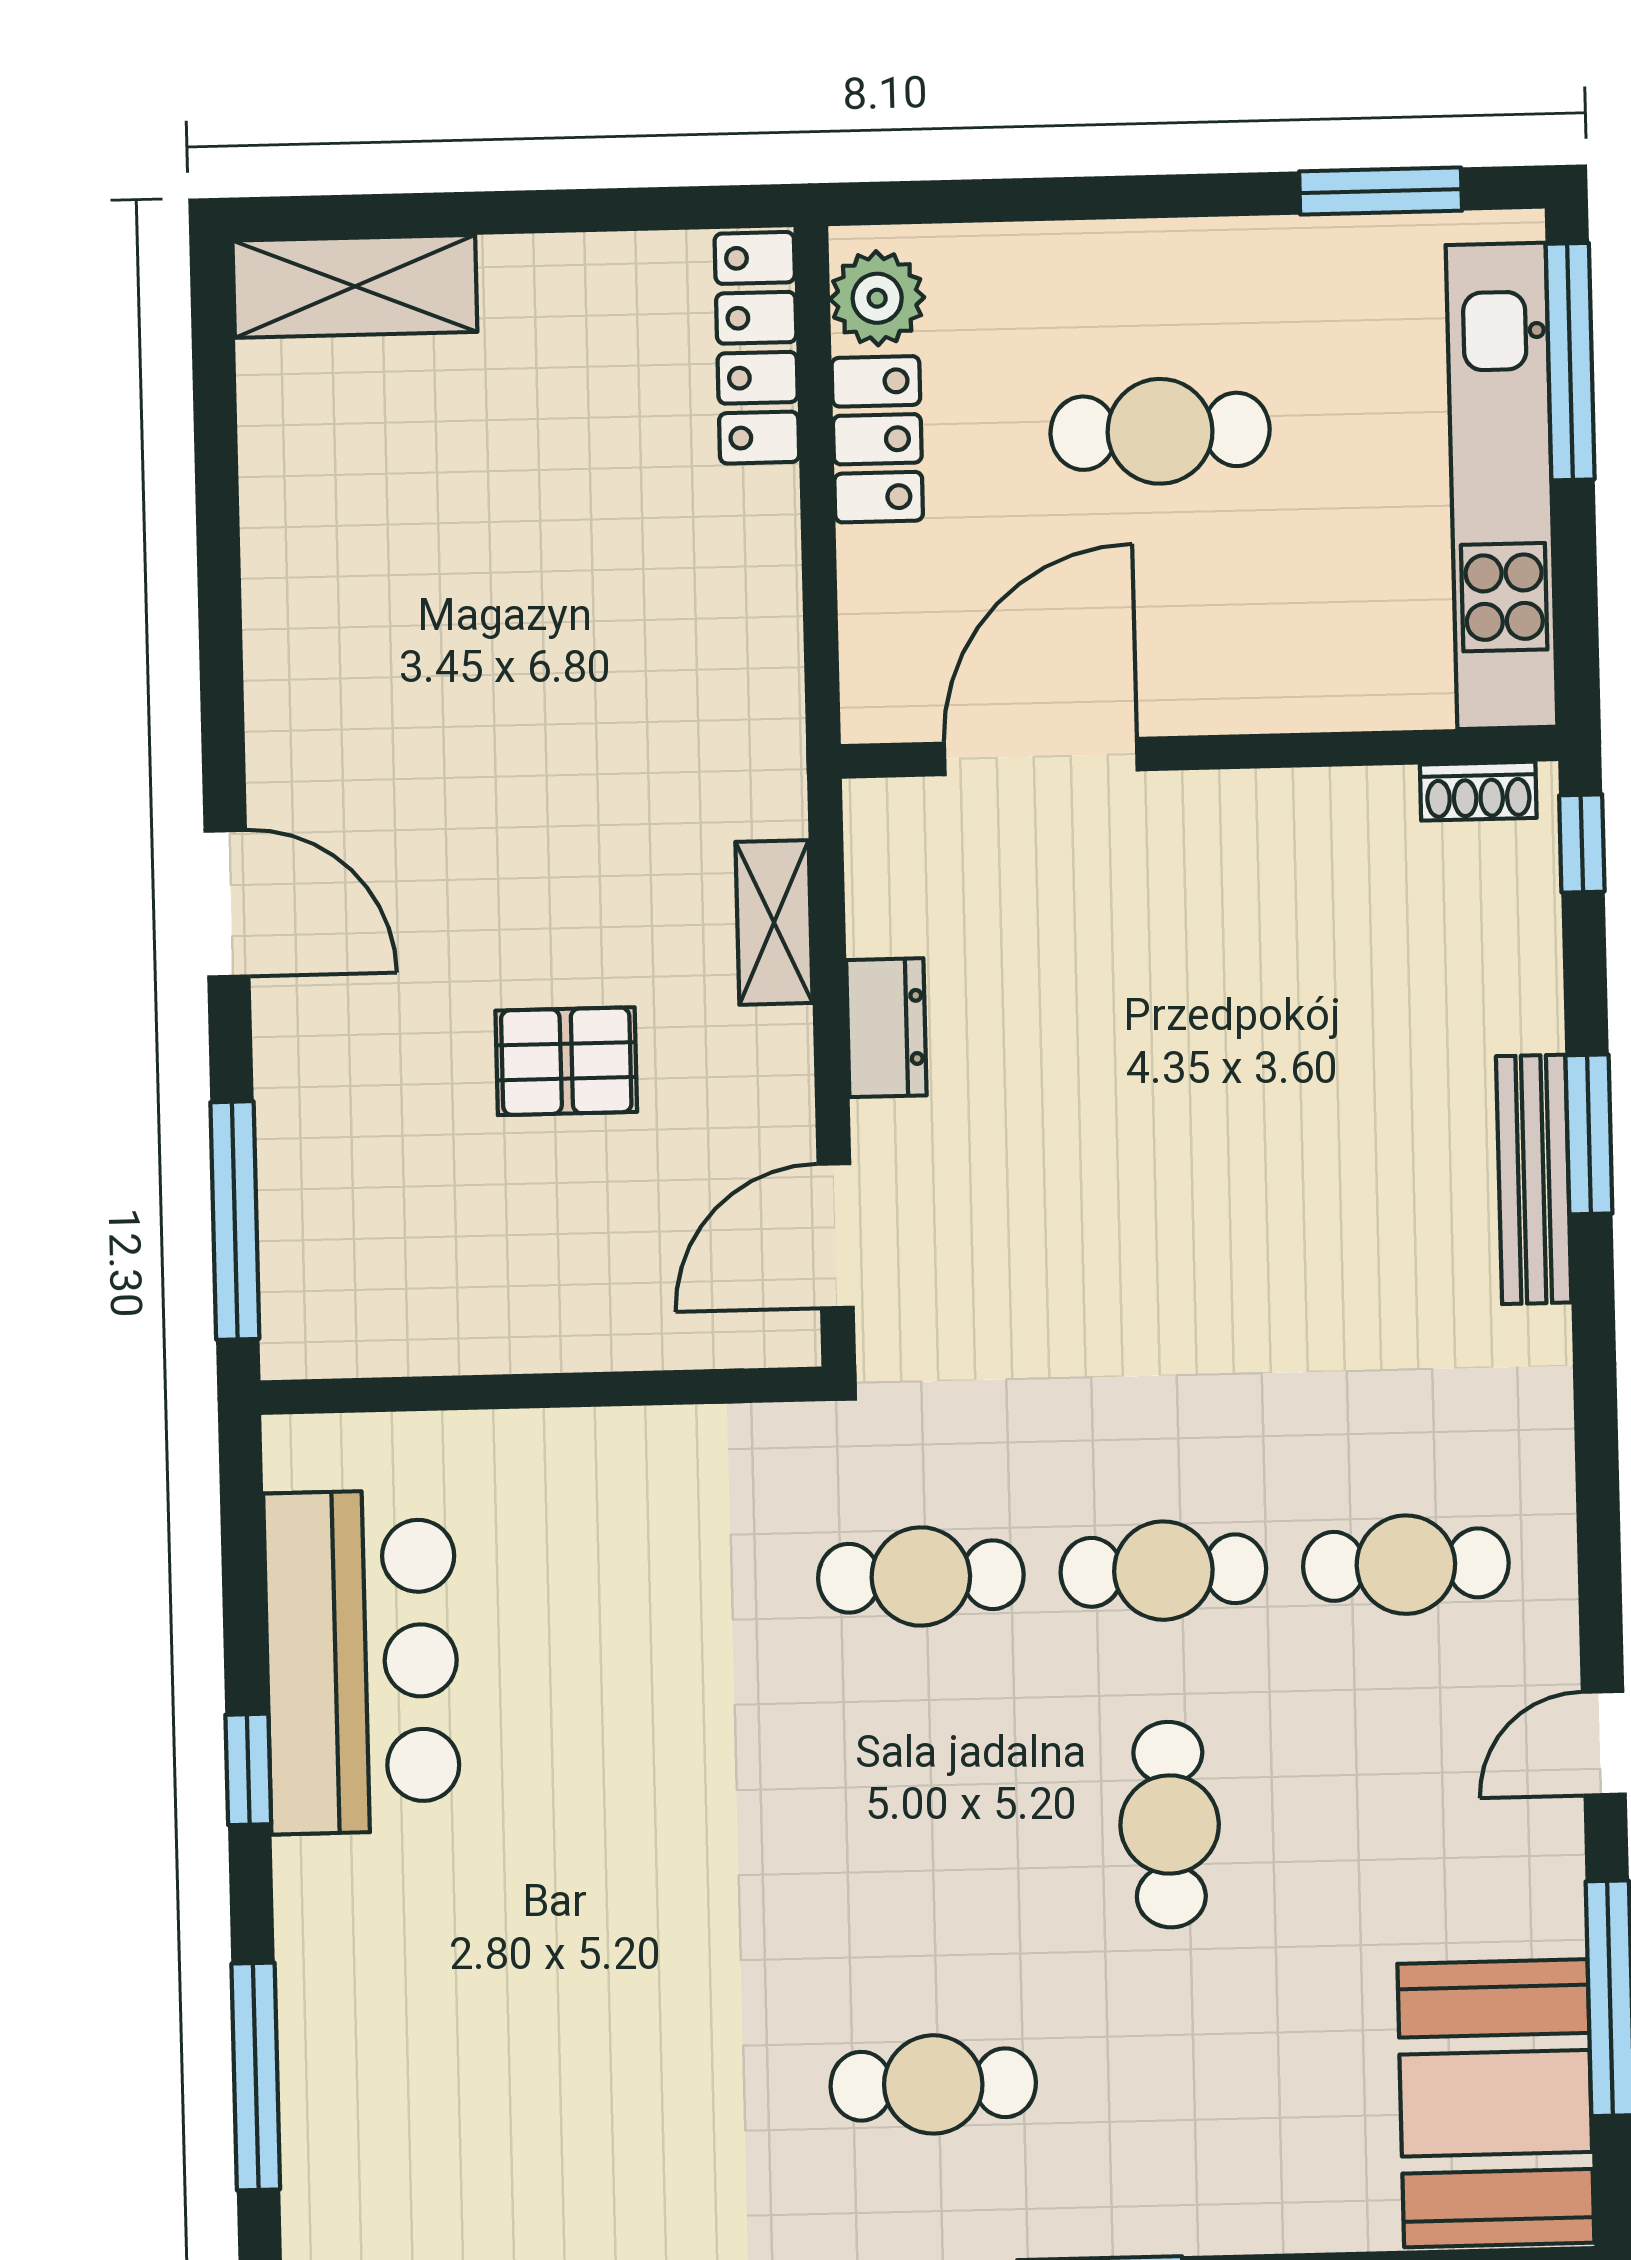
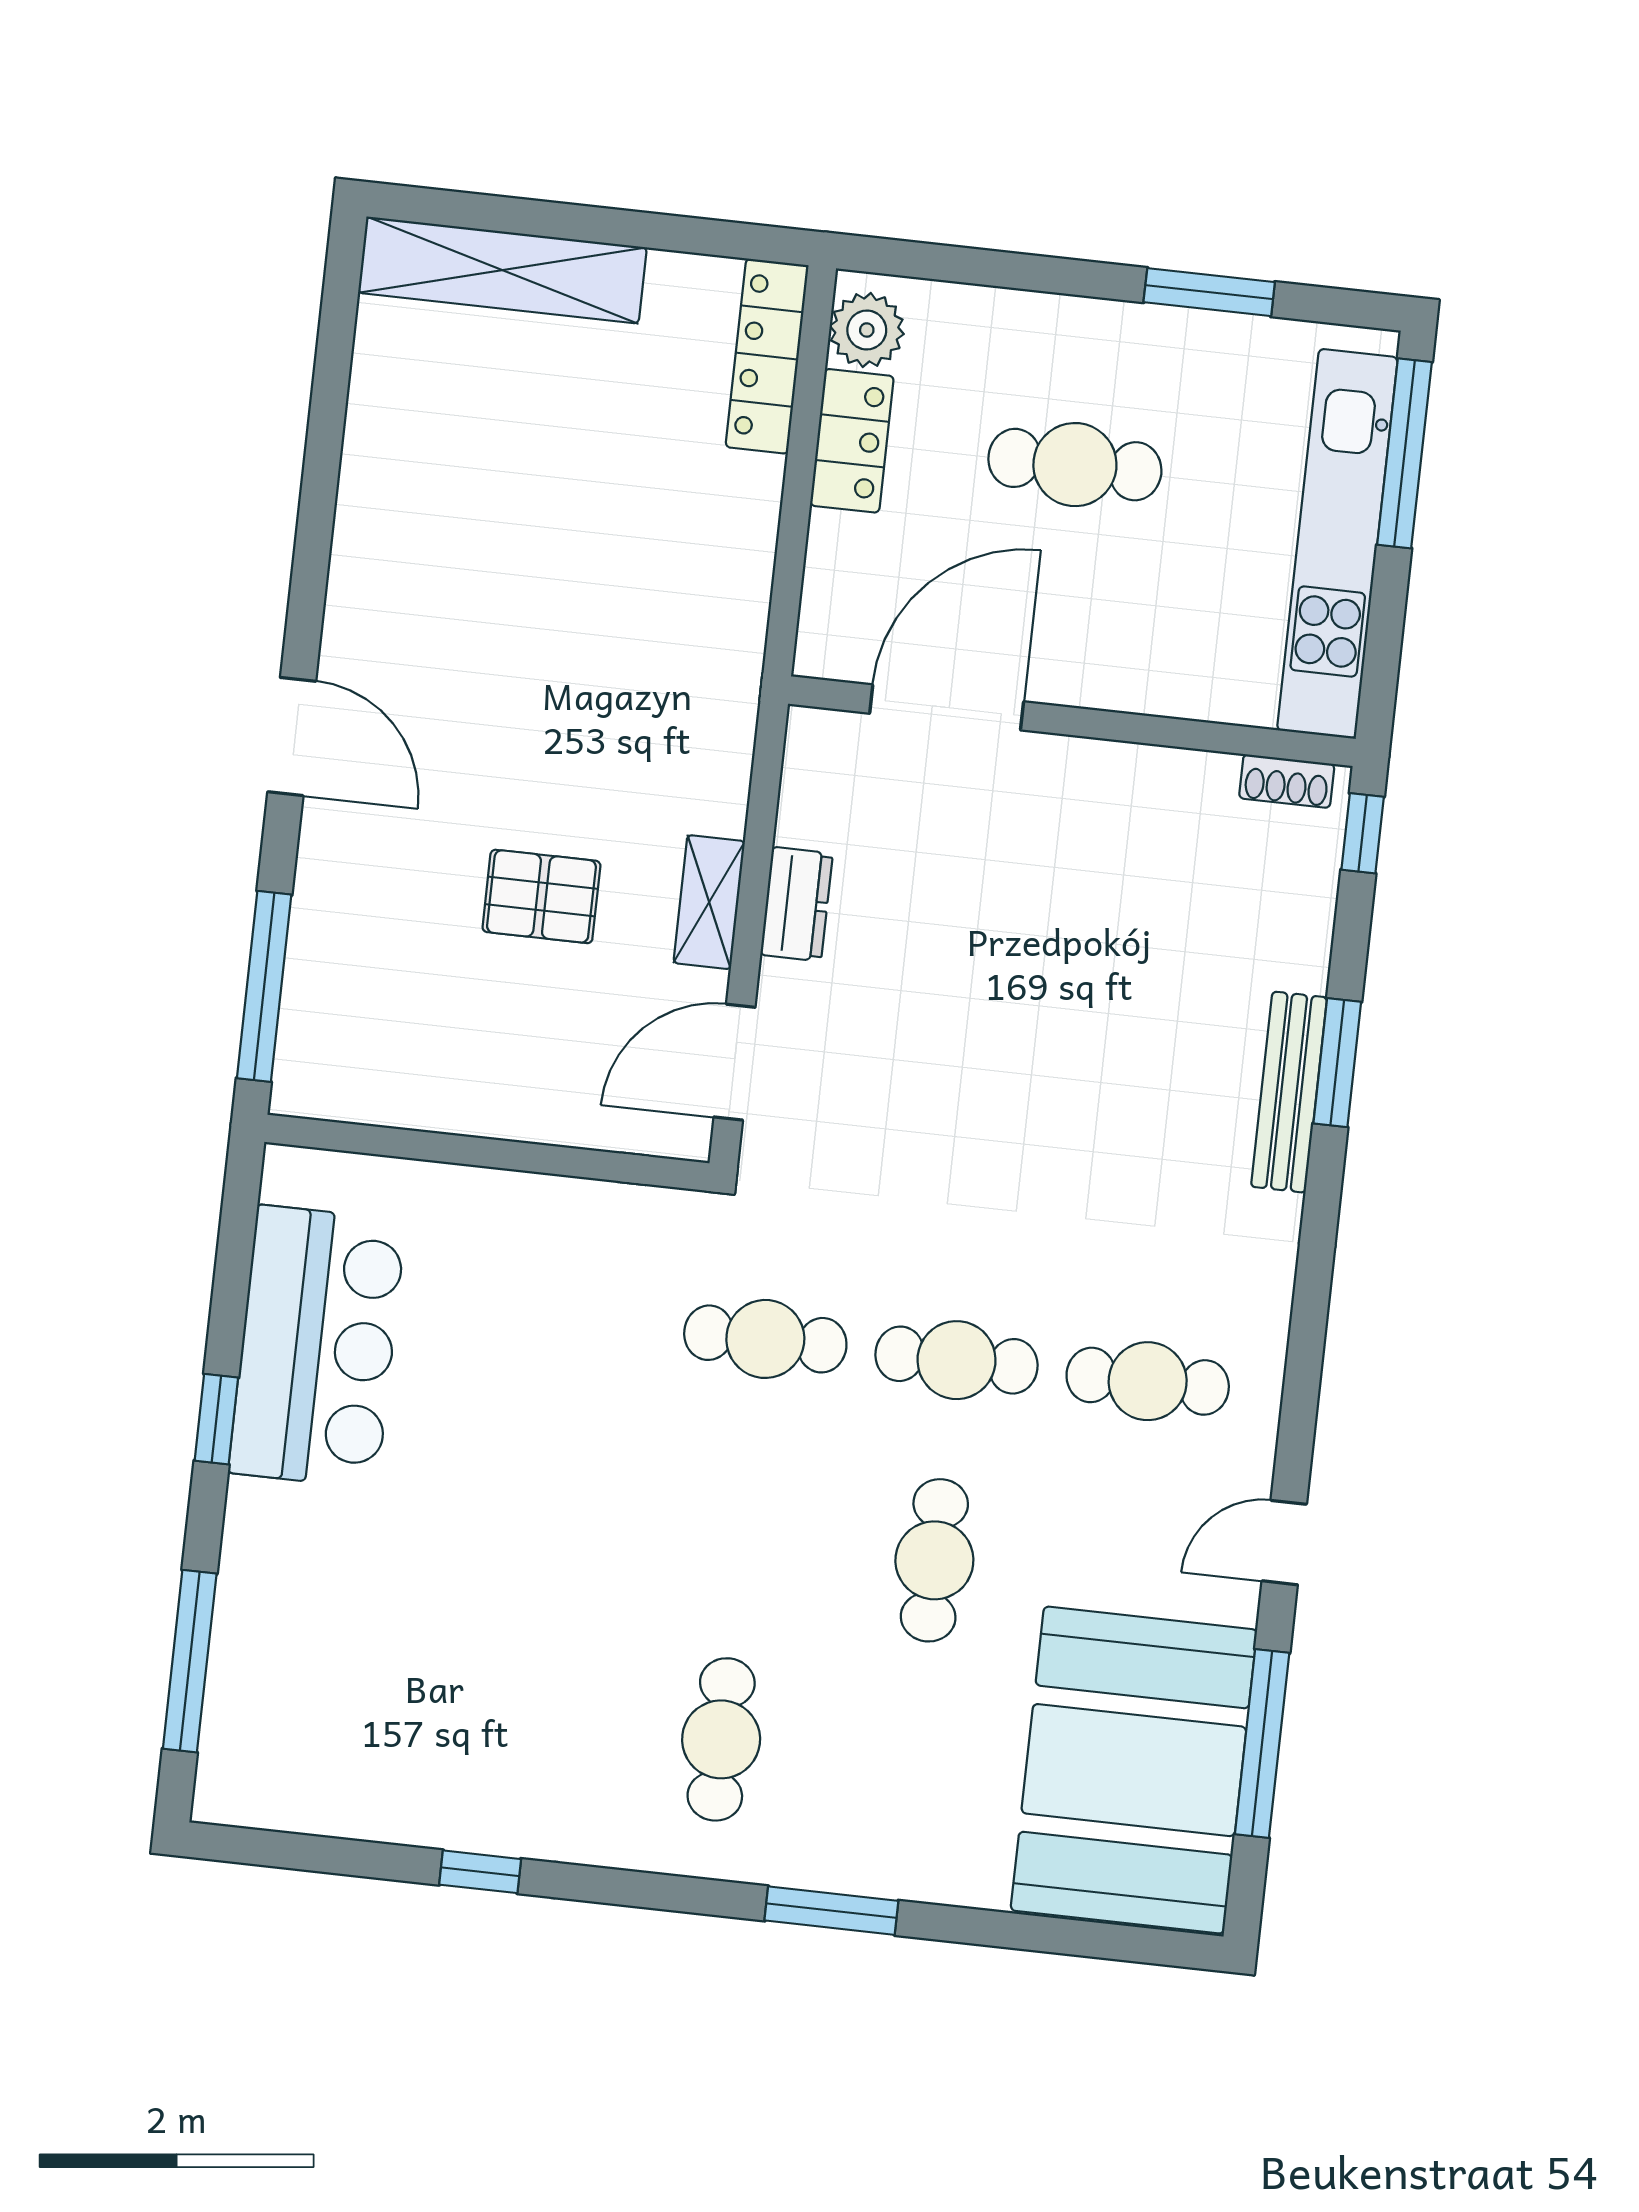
window: (1381, 191) -> (1209, 292), moved
shelving: (355, 286) -> (502, 270), width x1.47
shelving: (774, 922) -> (709, 902), moved
cafe table: (933, 2084) -> (721, 1739), turned 90
booth: (1496, 2103) -> (1134, 1770), width x1.36, depth x1.42

